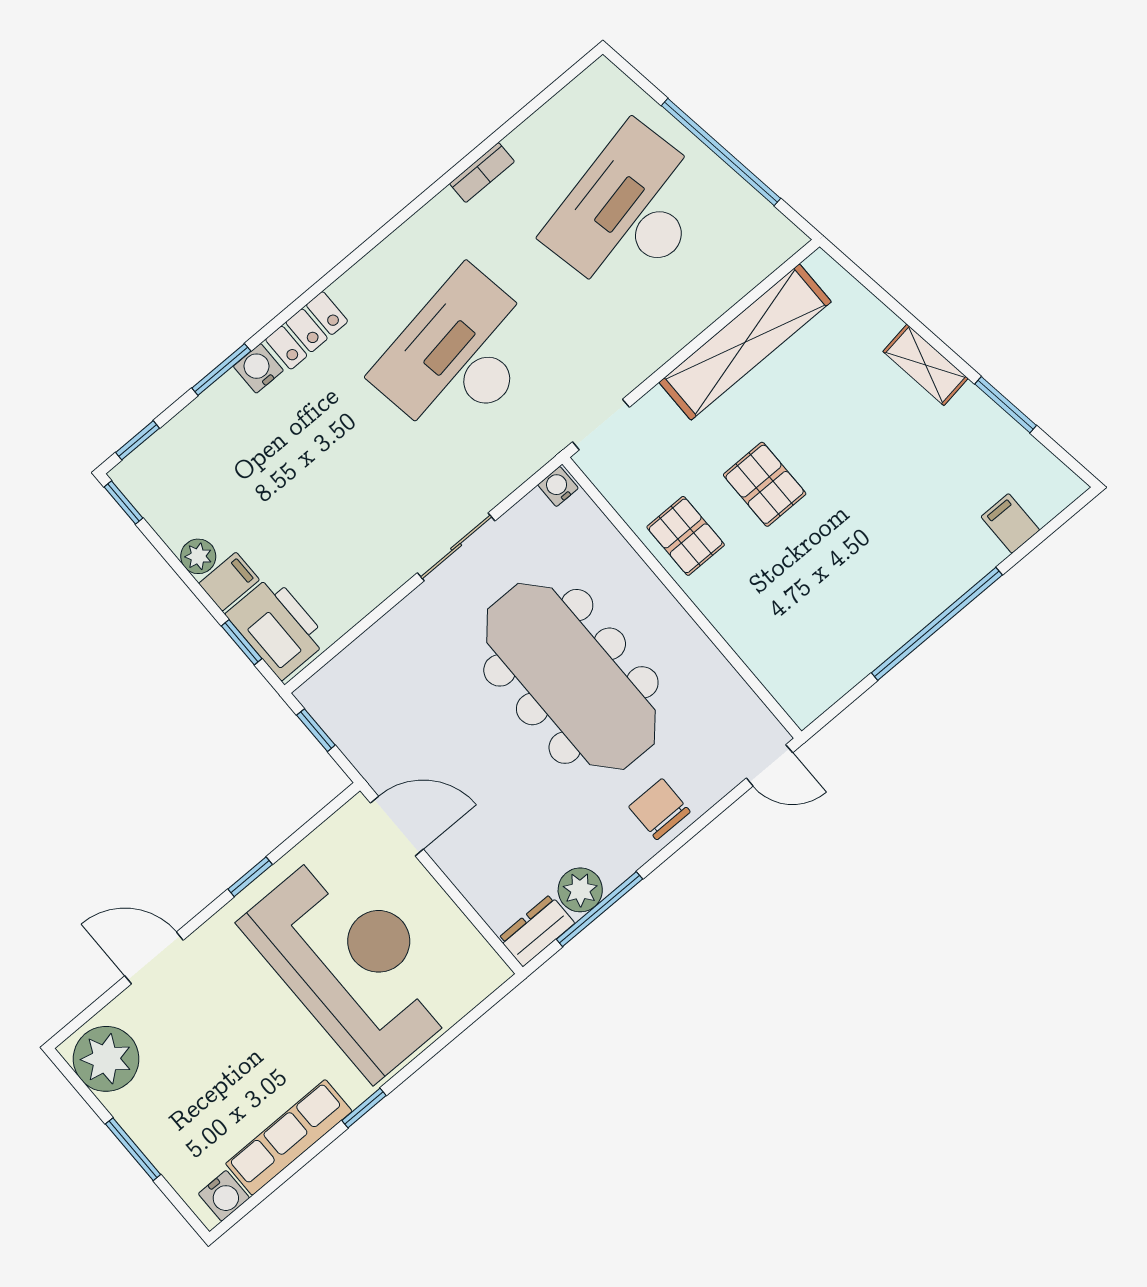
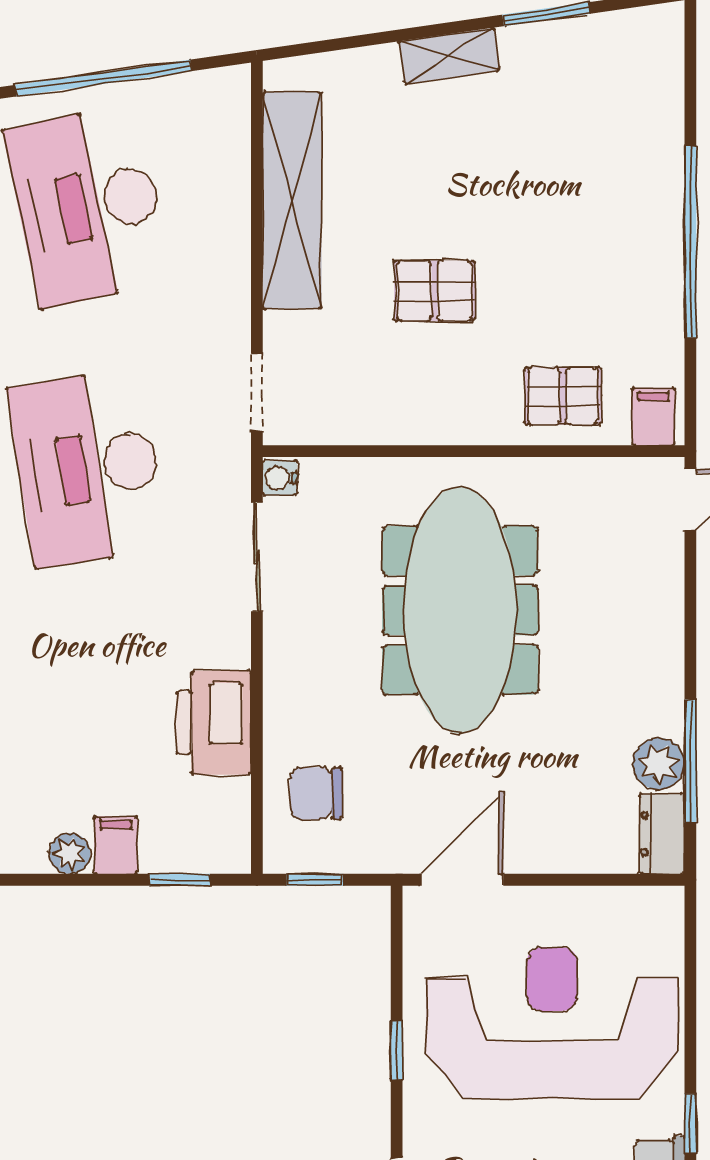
filing cabinet: (1010, 523) -> (653, 417), moved, turned 90
pallet: (686, 536) -> (563, 396), moved
sliding door: (456, 547) -> (257, 557), moved
printer: (277, 627) -> (214, 723), moved, turned -90
meeting table: (571, 676) -> (460, 610), turned 90
chair: (659, 809) -> (316, 793), moved

